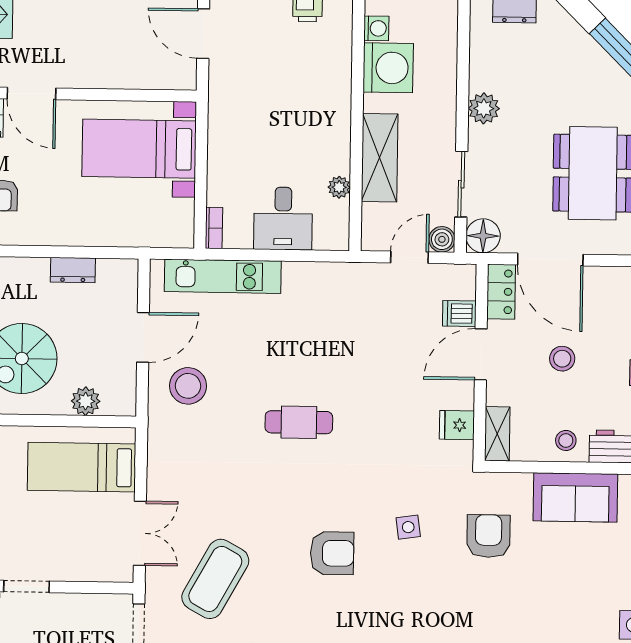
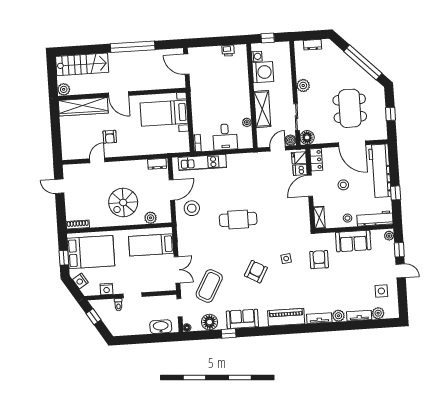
door: (550, 260) -> (352, 144), moved
dresser: (73, 270) -> (157, 164), moved
cafe table: (299, 422) -> (238, 219), width x1.37, depth x1.35
fridge: (457, 425) -> (299, 158), moved
armchair: (332, 553) -> (256, 272), turned -61

